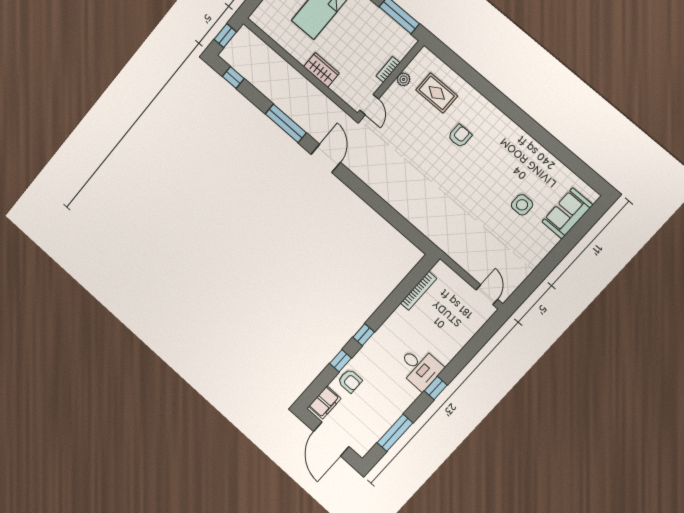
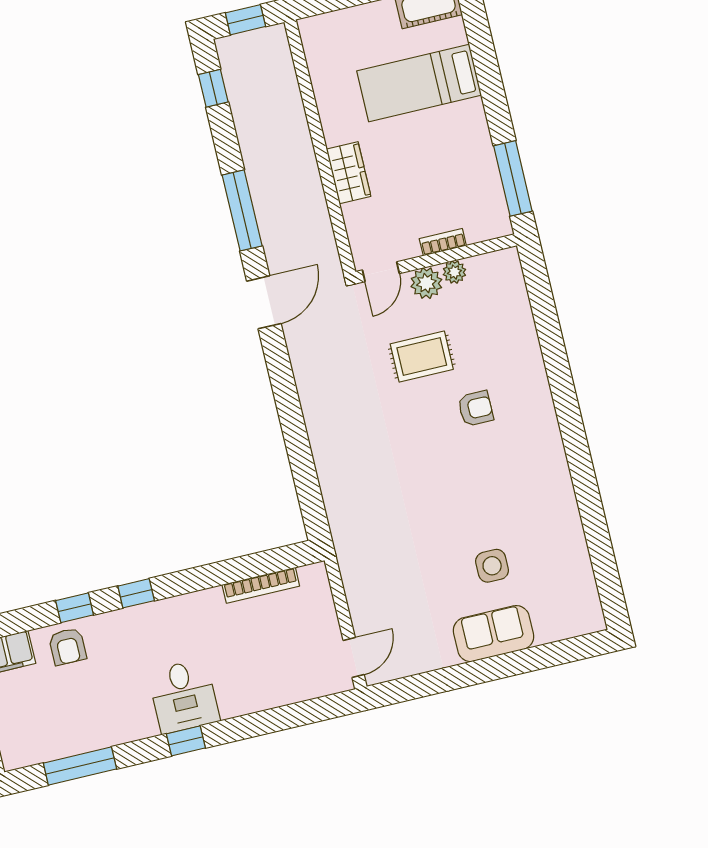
rug: (437, 93) -> (422, 357), moved, turned 90
plant: (394, 94) -> (426, 283), added
sofa: (567, 213) -> (493, 634), moved

